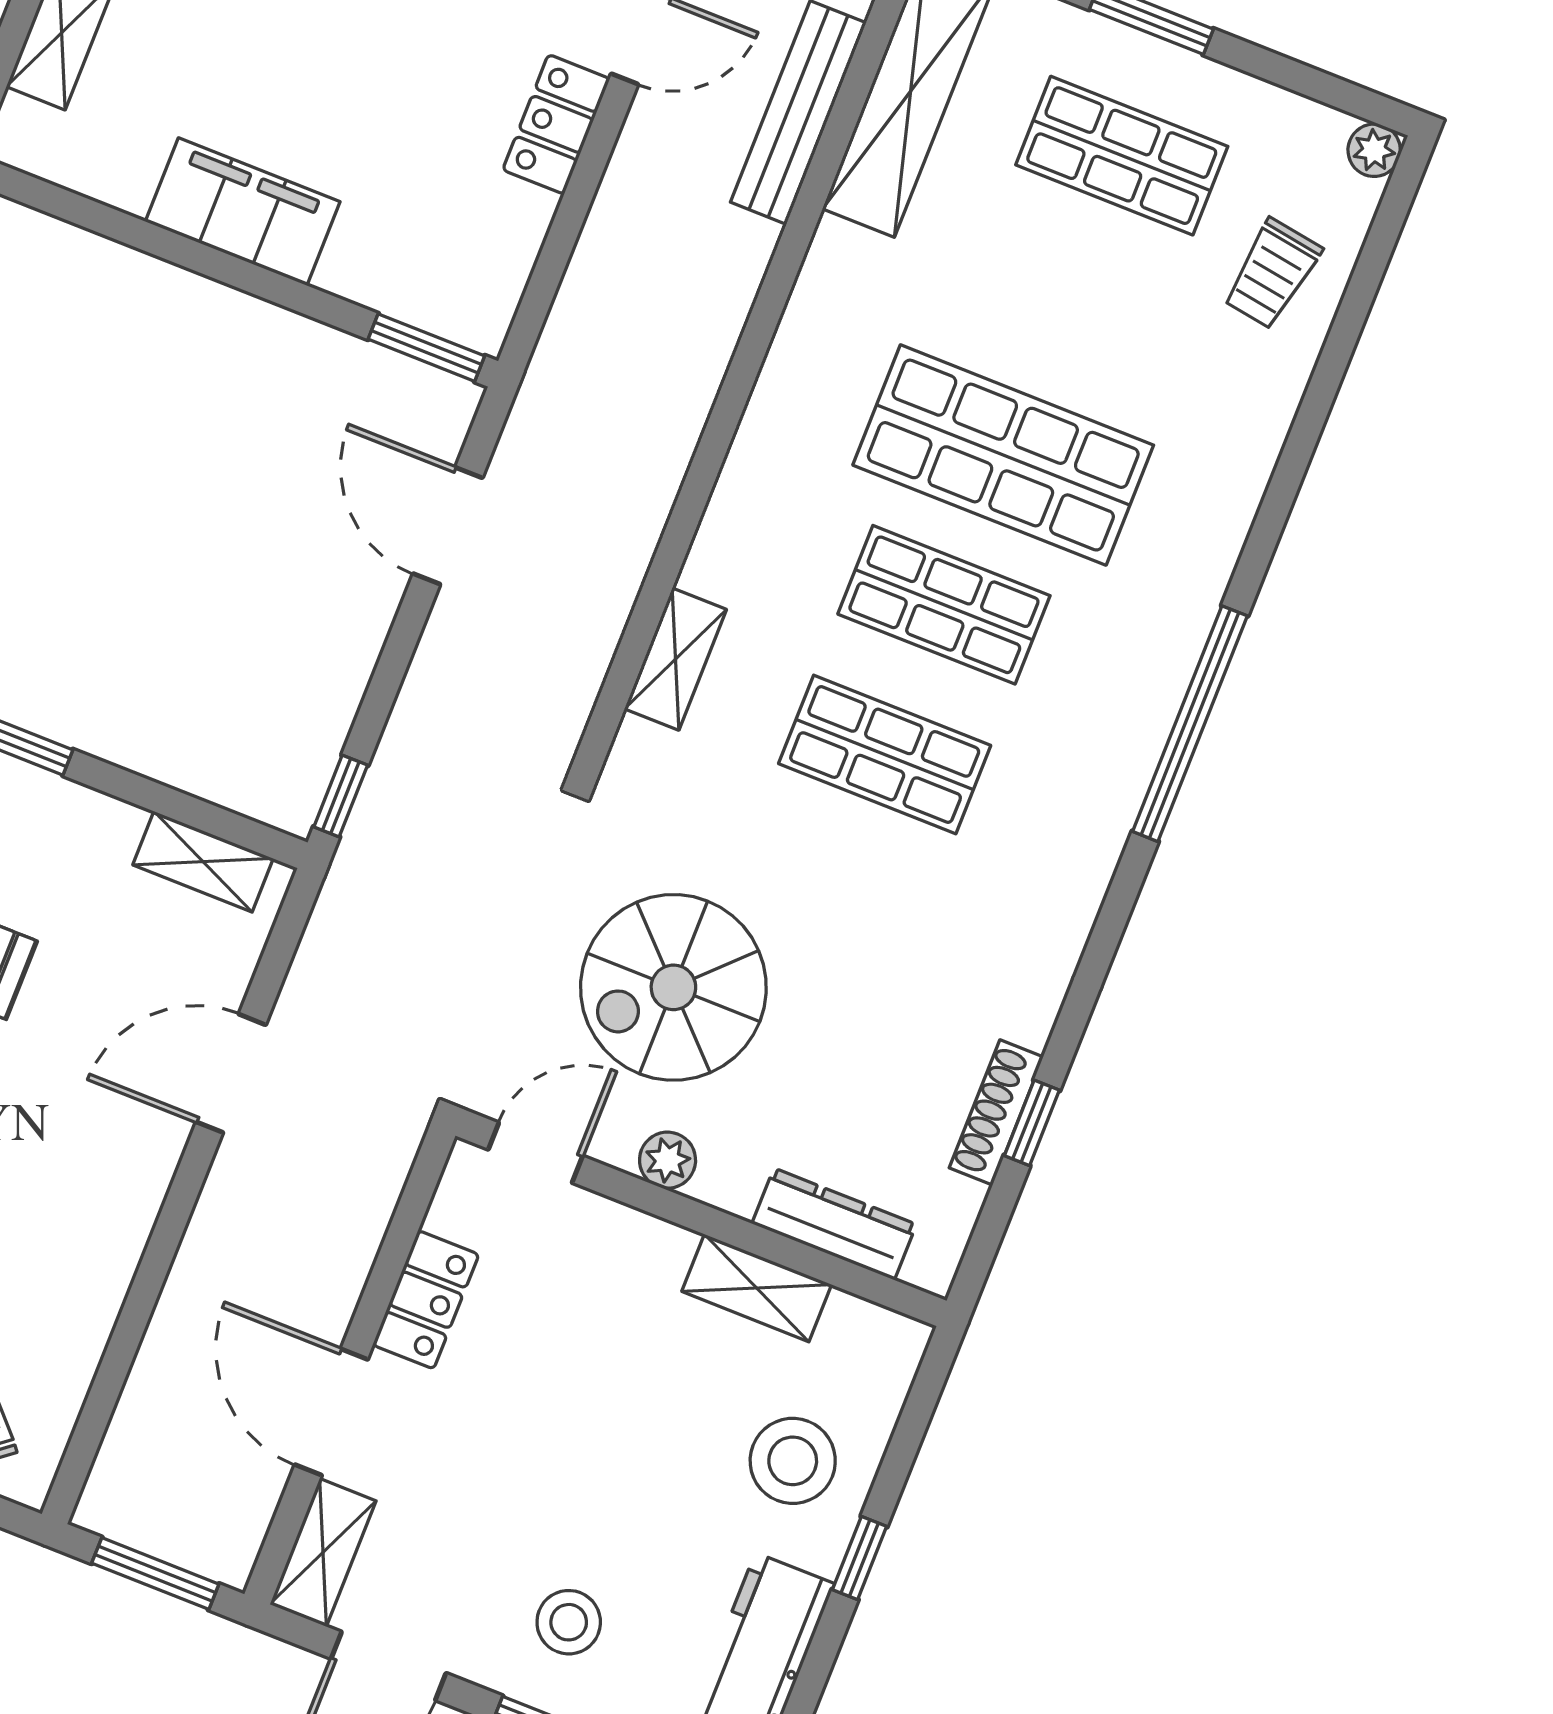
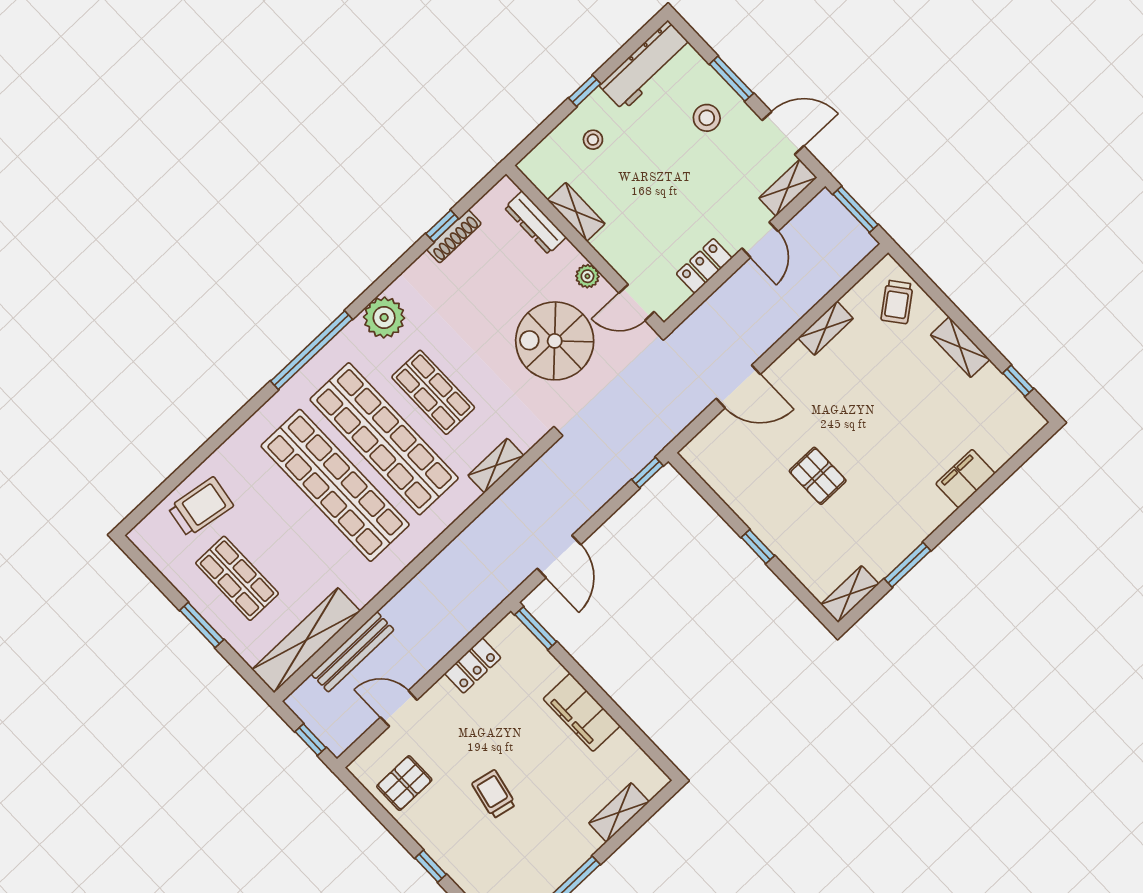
locker: (556, 124) -> (473, 666), moved
plant: (1374, 150) -> (384, 317), moved, width x1.88, depth x1.88
trolley: (1272, 274) -> (201, 507), width x1.36, depth x1.39
shop shelf: (1003, 455) -> (335, 485), width x1.40
shop shelf: (944, 605) -> (384, 439), width x2.00, depth x1.36
shelving: (203, 862) -> (826, 328), moved, turned 90
spiral stairs: (673, 987) -> (555, 341), turned 180
door: (331, 1412) -> (760, 240), width x0.73
stool: (793, 1461) -> (593, 140), width x0.53, depth x0.53

